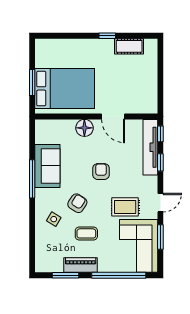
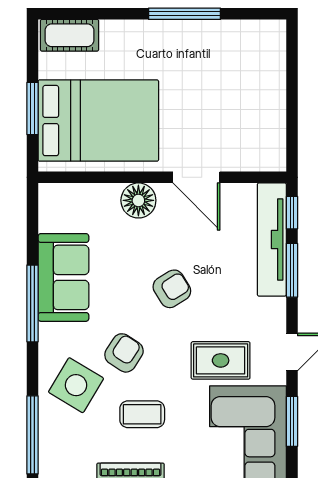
window: (107, 36) -> (185, 14), width x2.17
cot: (129, 46) -> (70, 35), moved
window: (160, 162) -> (292, 270), width x1.50
armchair: (101, 172) -> (172, 289), turned 58
side table: (54, 219) -> (76, 385), width x1.87, depth x1.87
window: (32, 244) -> (32, 435), added

